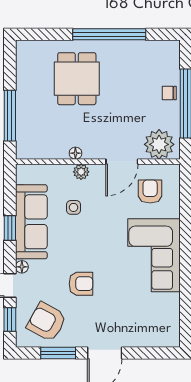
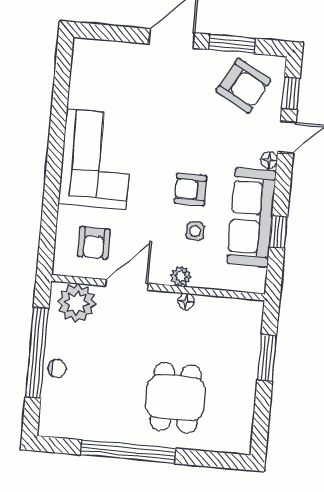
window: (10, 116) -> (267, 358), width x0.69
window: (10, 228) -> (278, 232), moved
armchair: (81, 284) -> (191, 189), moved

